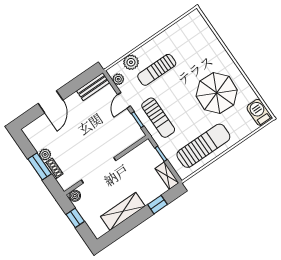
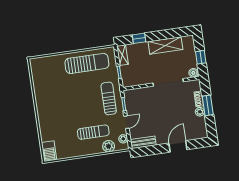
parasol: (217, 93) -> (60, 95), removed
barbecue: (259, 112) -> (49, 151), moved
sun lounger: (203, 146) -> (87, 63), turned 180

